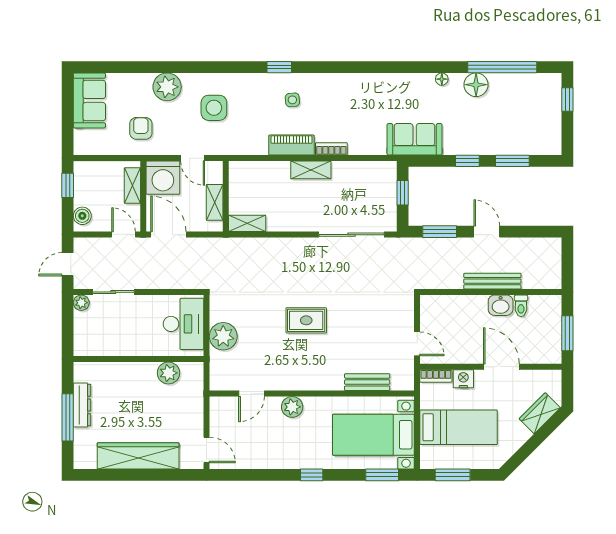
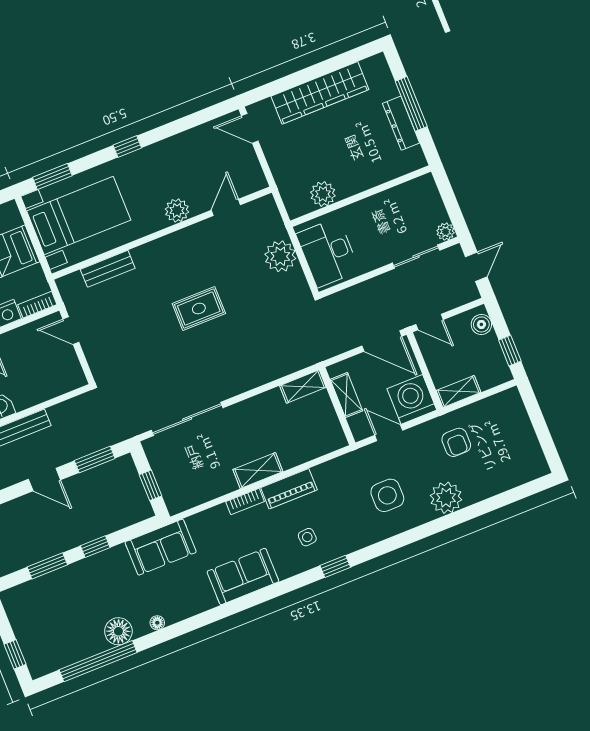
sofa: (89, 100) -> (243, 576), moved, turned 90
shelving: (132, 186) -> (458, 391), moved, turned 90

